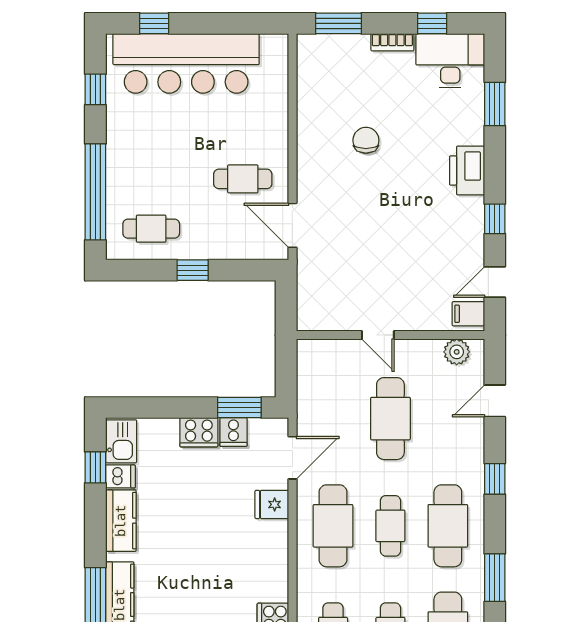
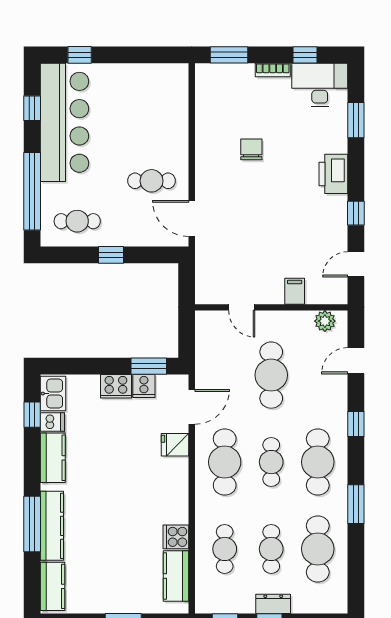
bar counter: (186, 63) -> (64, 122), moved, turned -90
filing cabinet: (468, 314) -> (295, 291), moved, turned 90
door: (378, 335) -> (242, 307), moved

